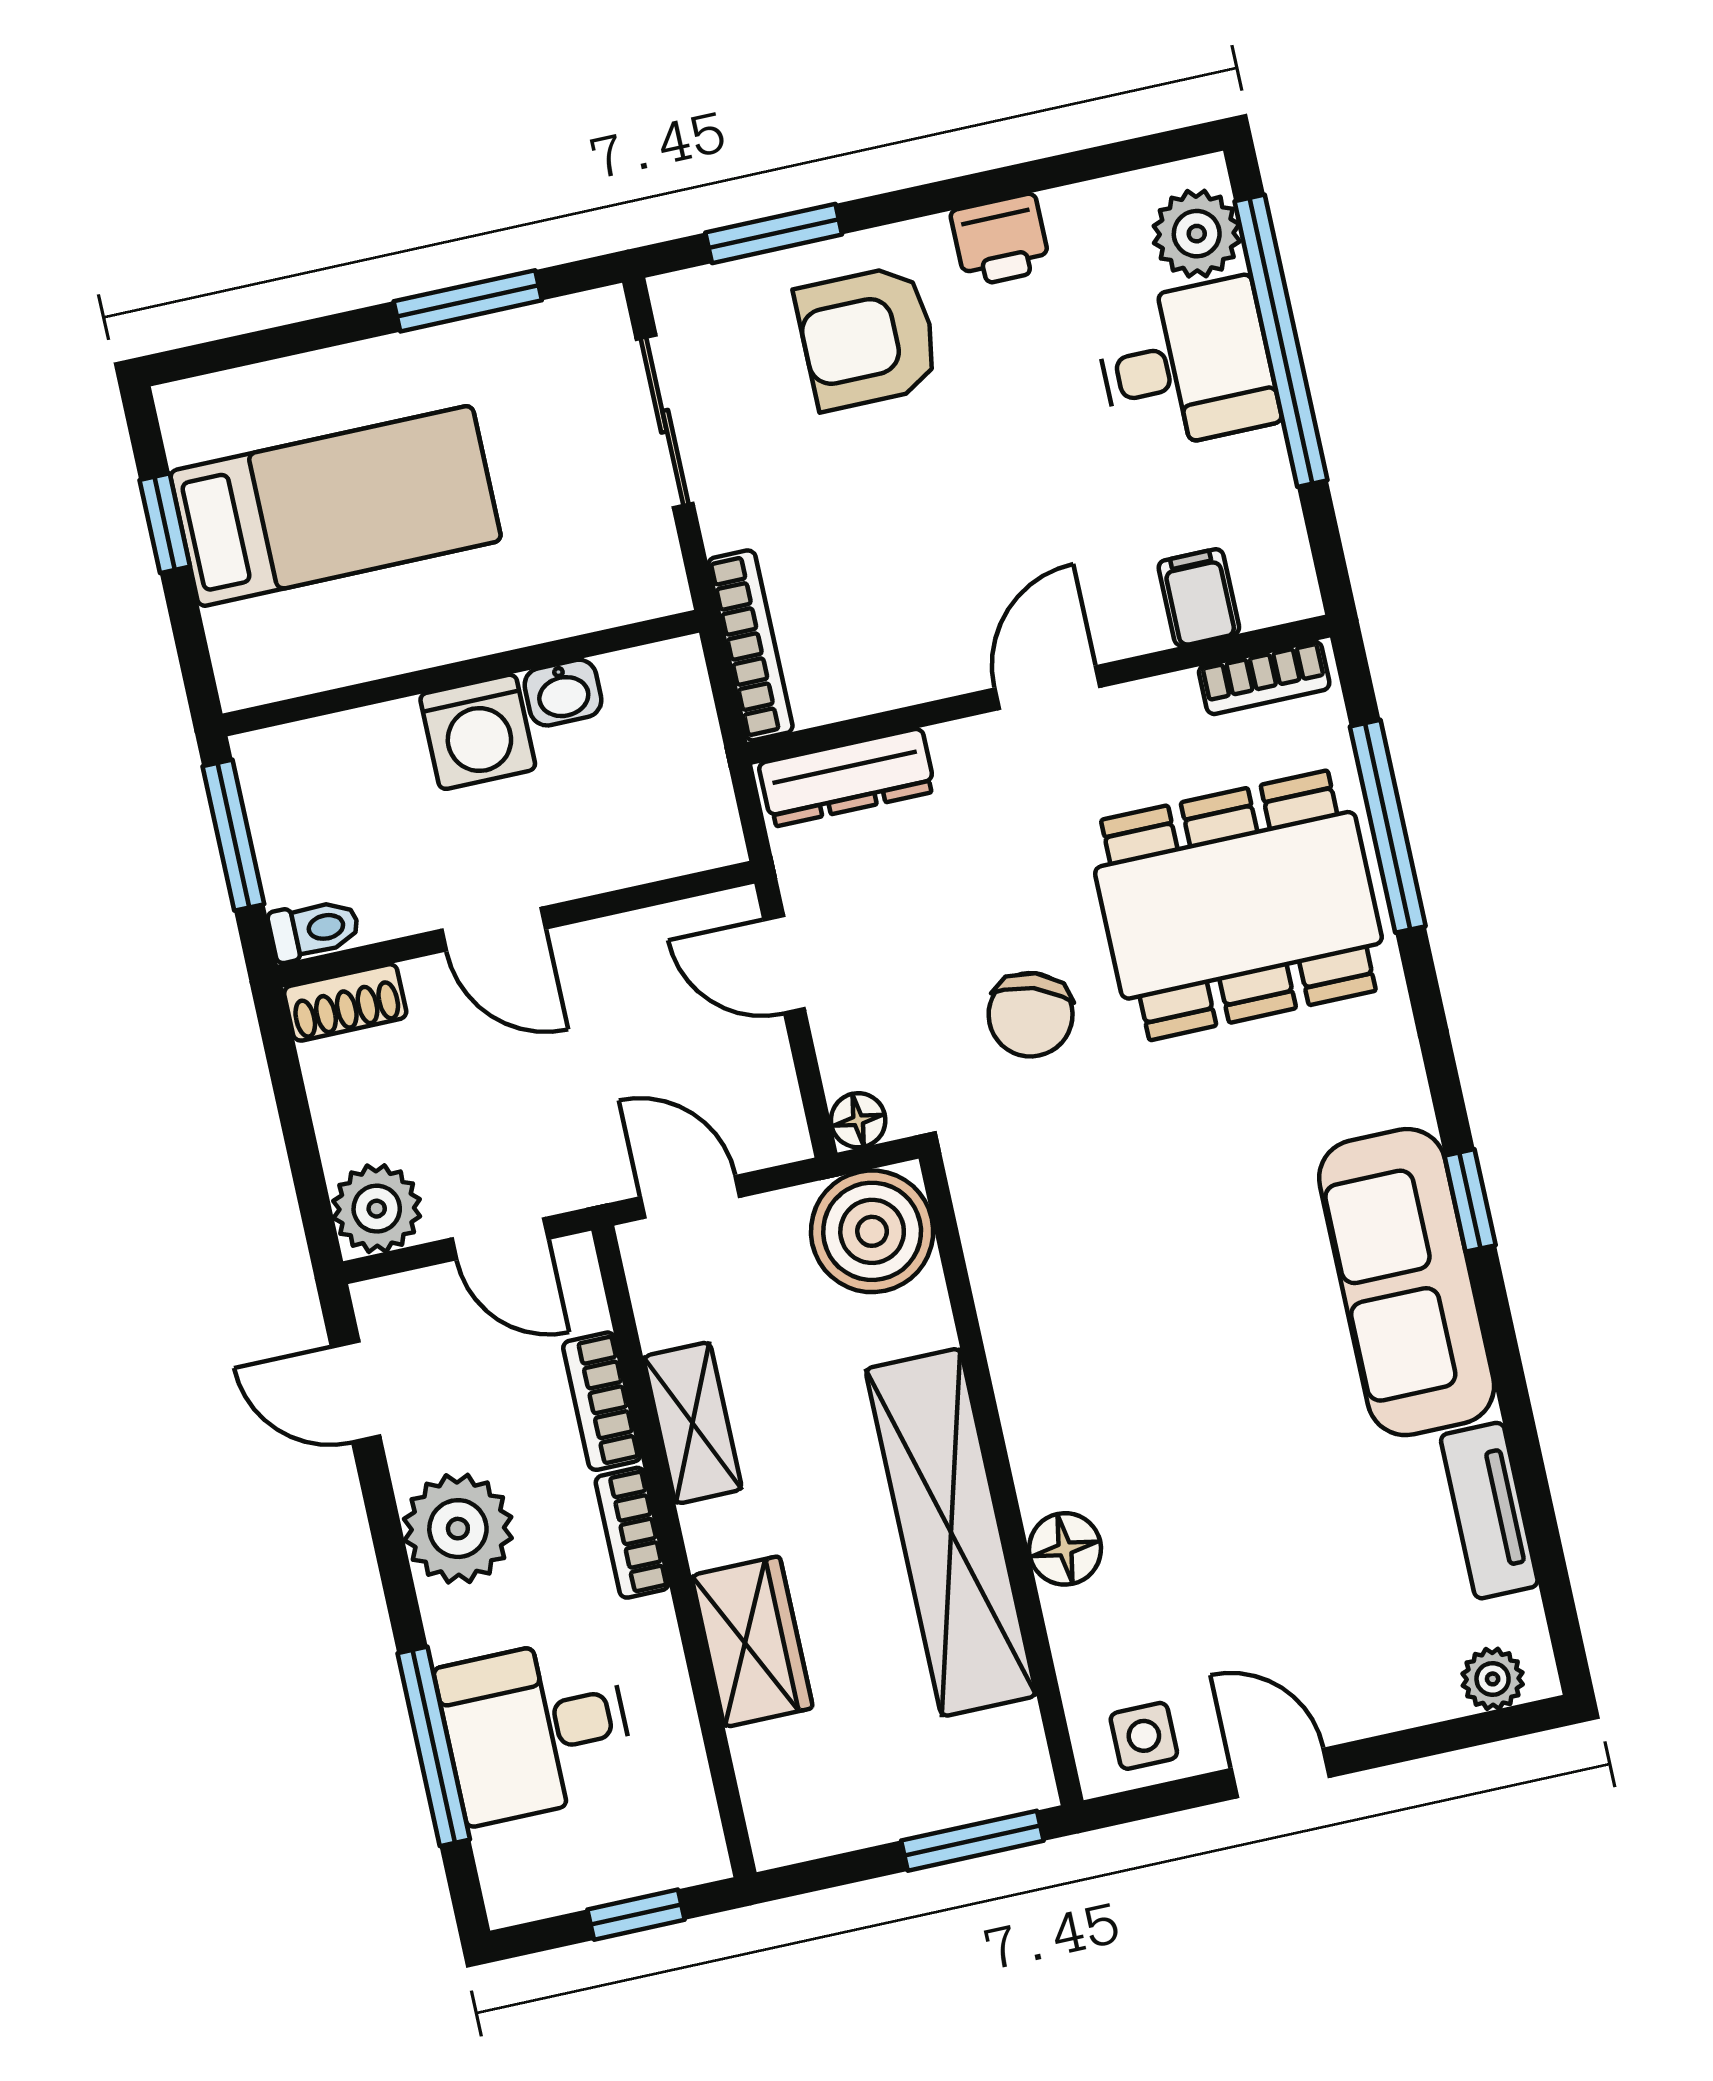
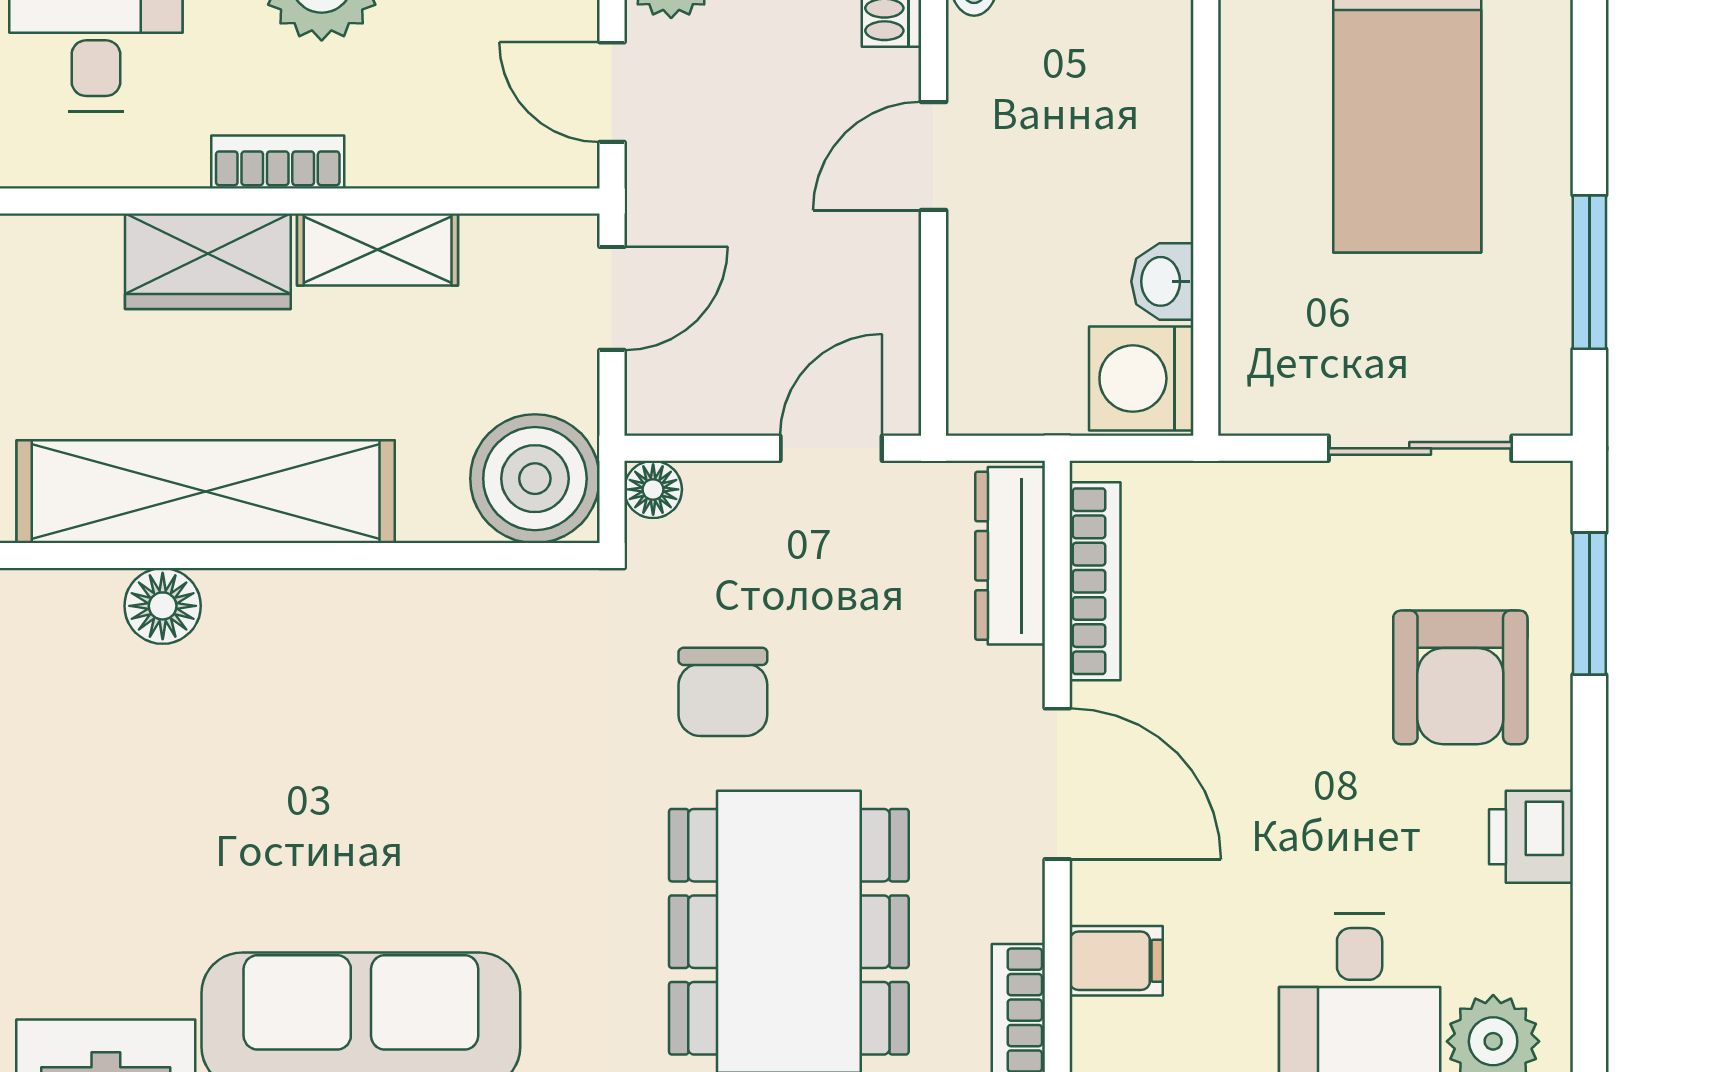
armchair: (868, 338) -> (1460, 677), turned 180
bookcase: (750, 645) -> (1095, 581), moved, turned -90
door: (1048, 688) -> (1057, 784), width x1.37
washing machine: (478, 732) -> (1141, 379), moved
chair: (1031, 1015) -> (723, 692), turned -109
door: (500, 1239) -> (612, 92), hinge flipped
bookcase: (602, 1401) -> (421, 160), removed
wardrobe: (752, 1642) -> (208, 261), moved

